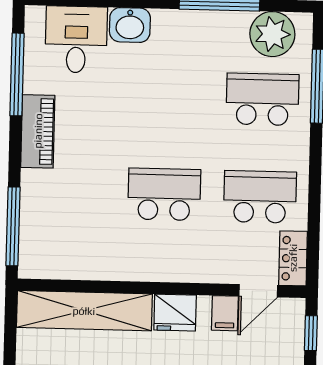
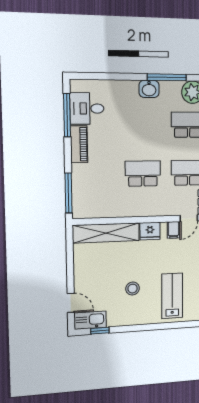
washbasin: (130, 25) -> (149, 89), moved
desk: (76, 39) -> (87, 108), moved, turned -90

